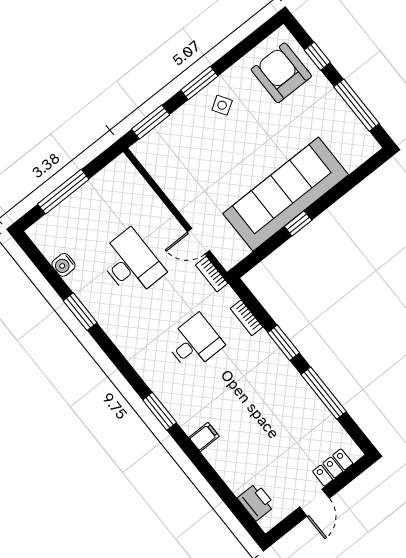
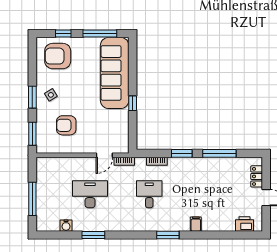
armchair: (198, 158) -> (66, 125), added
sofa: (286, 194) -> (115, 73), moved

